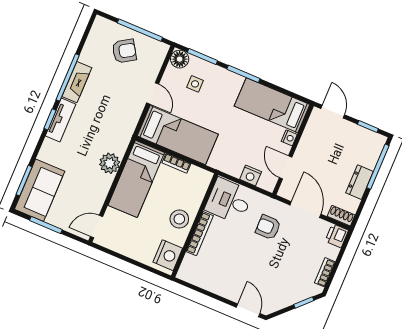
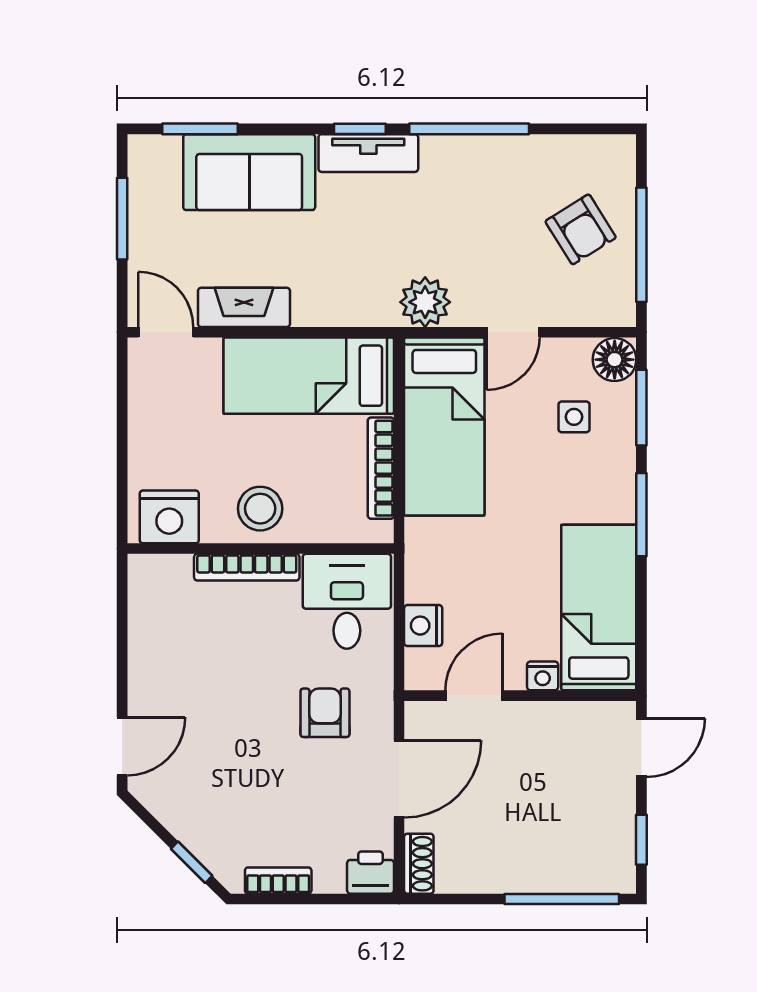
fireplace: (77, 82) -> (244, 307), moved, turned 180
plant: (110, 163) -> (425, 302), moved
bookcase: (176, 163) -> (381, 468), width x1.56
dresser: (360, 182) -> (510, 873), removed
sofa: (40, 190) -> (249, 172), moved

